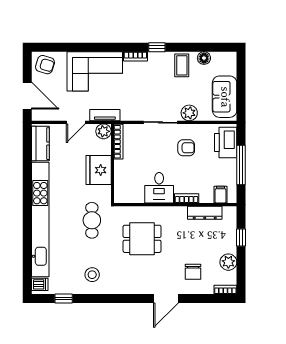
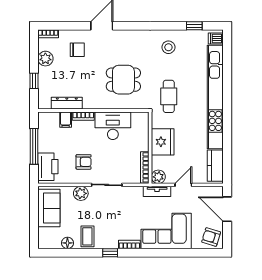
armchair: (186, 148) -> (84, 162), turned 180
desk: (159, 188) -> (113, 126), width x1.37
filing cabinet: (220, 195) -> (66, 120), moved
chair: (193, 272) -> (77, 50), turned 90

